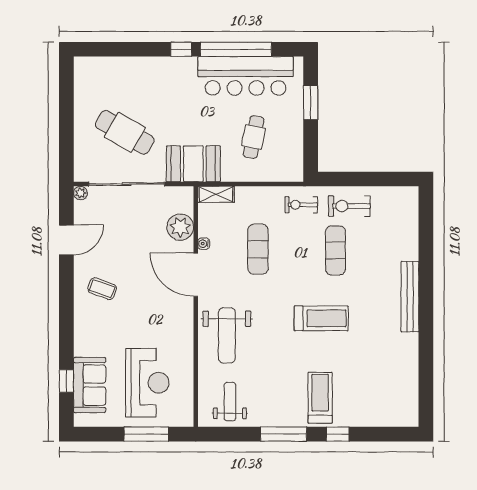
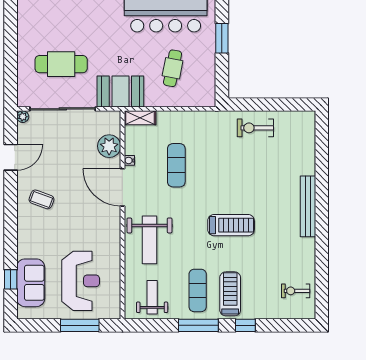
cafe table: (125, 132) -> (61, 64), turned -30
exercise bike: (301, 205) -> (296, 291), moved
exercise mat: (335, 250) -> (198, 290), moved

